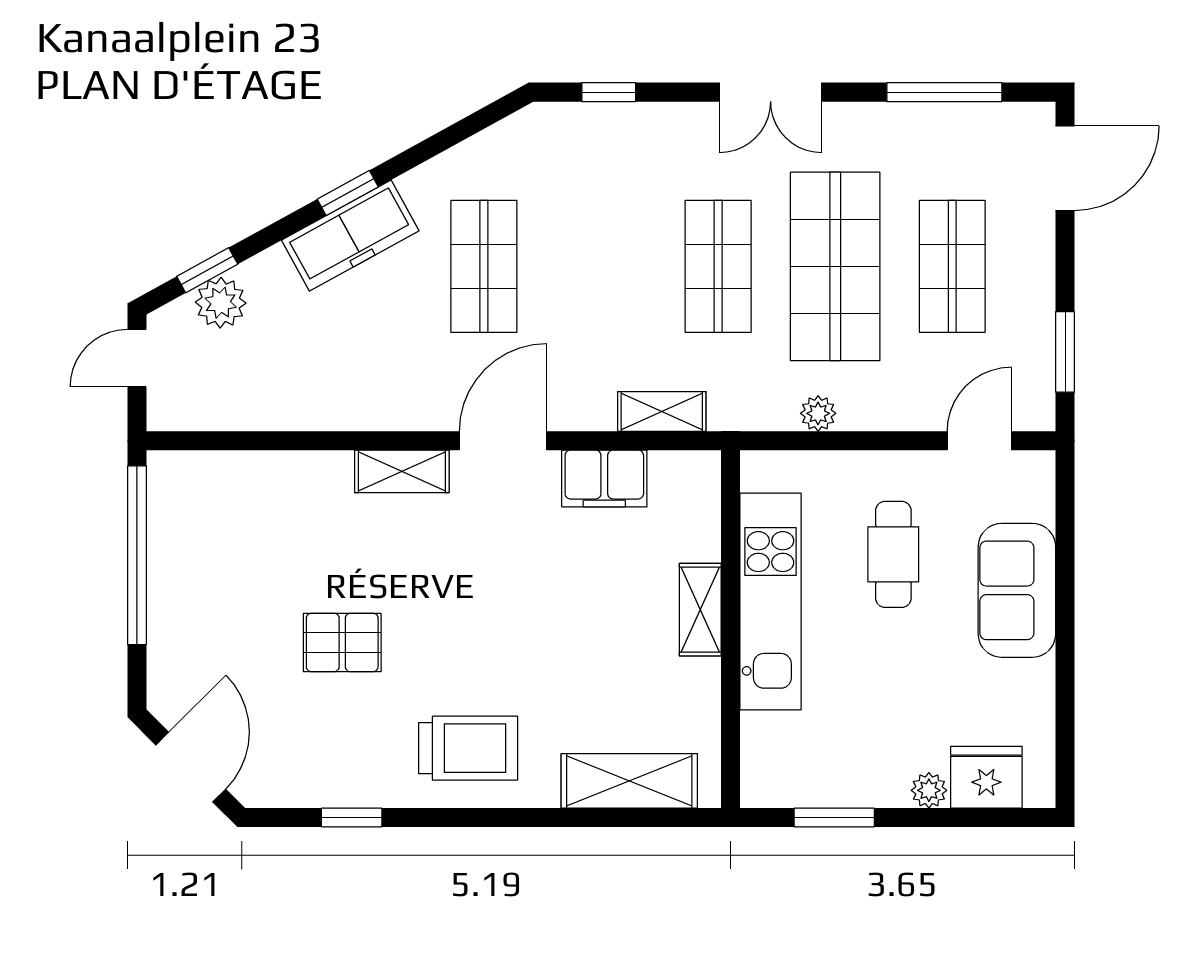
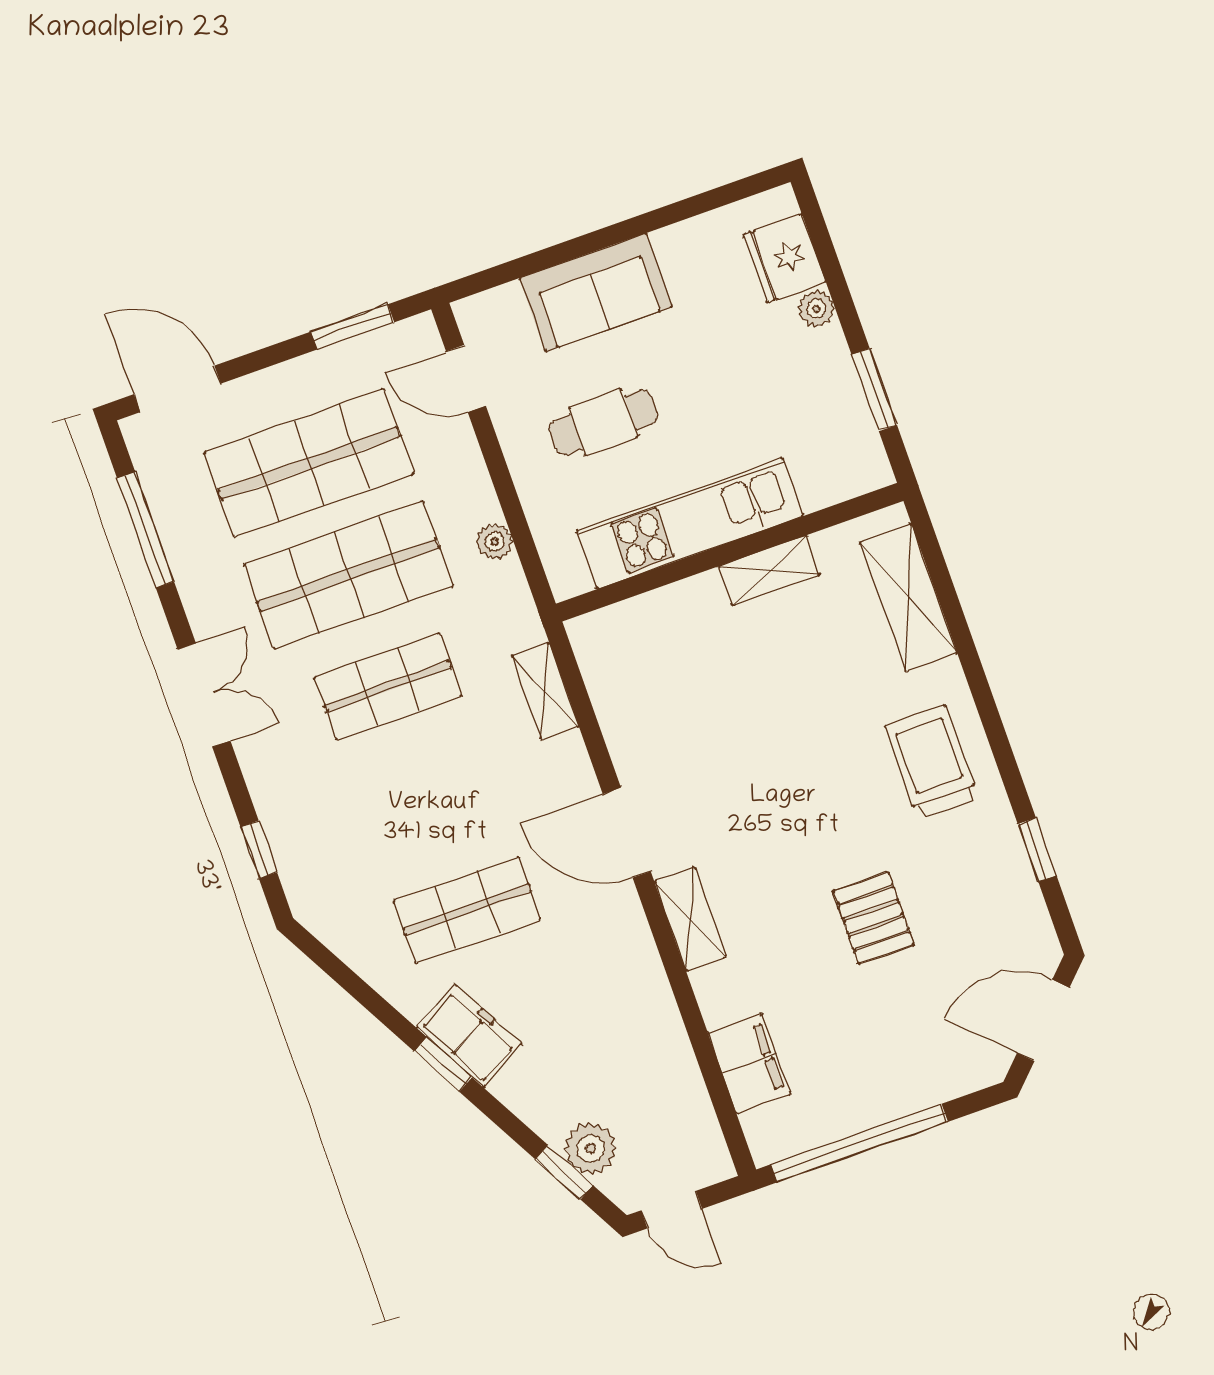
freezer: (350, 236) -> (469, 1036), width x0.71
shop shelf: (952, 266) -> (309, 463), width x1.43, depth x1.36
filing cabinet: (604, 479) -> (749, 1063), moved
shelving: (700, 610) -> (769, 571), moved

